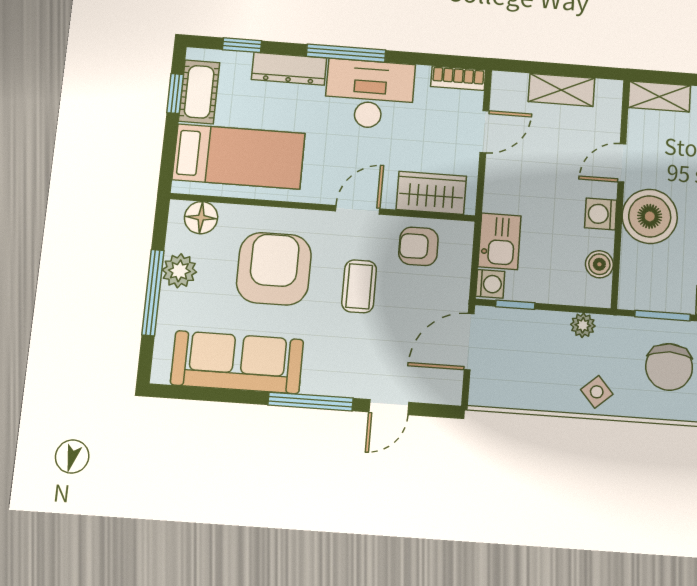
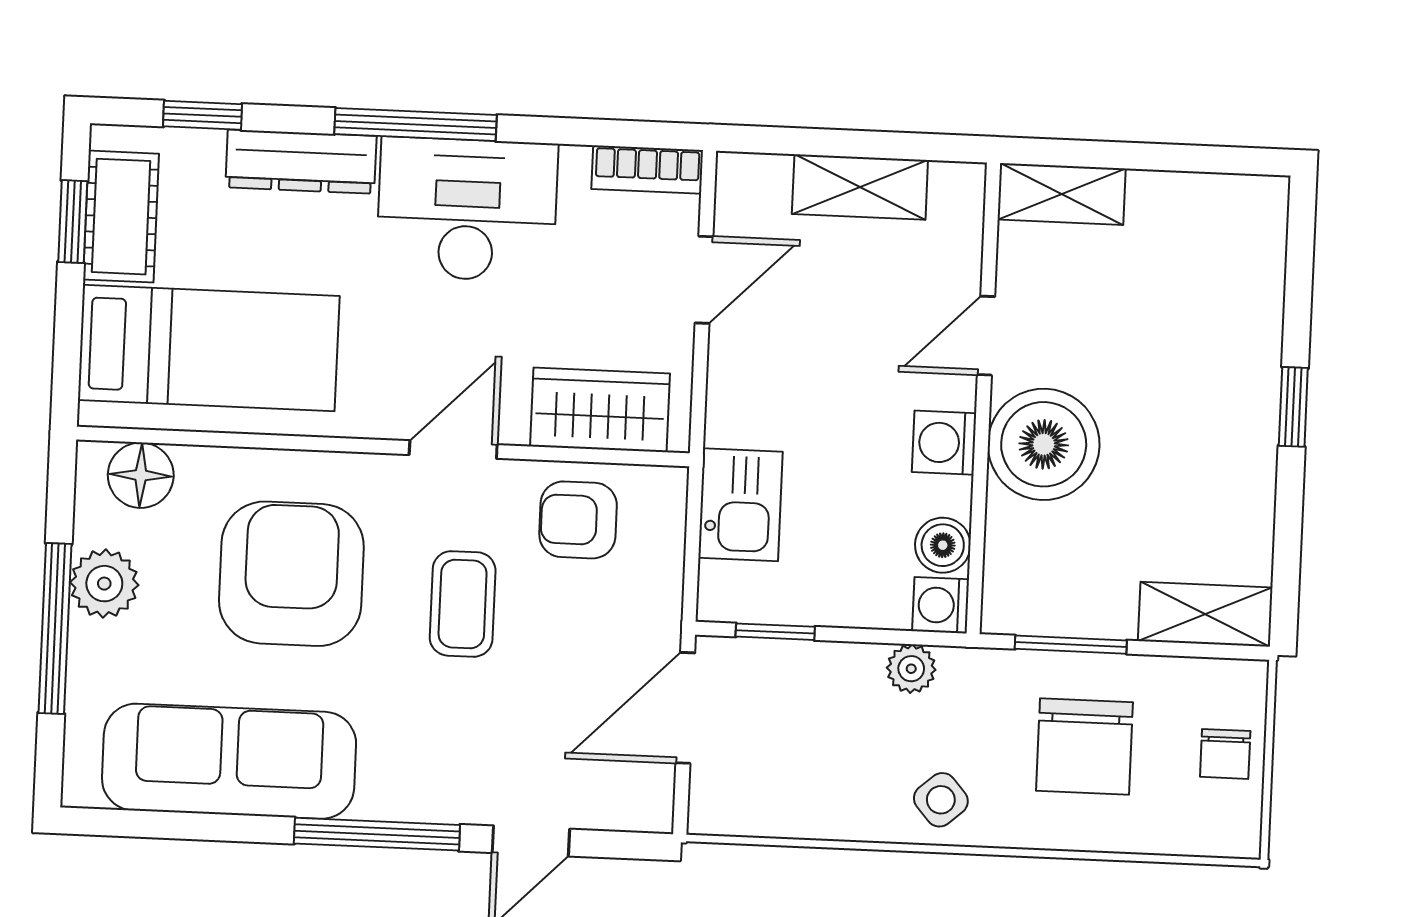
washing machine: (490, 284) -> (941, 605), moved, turned 180

